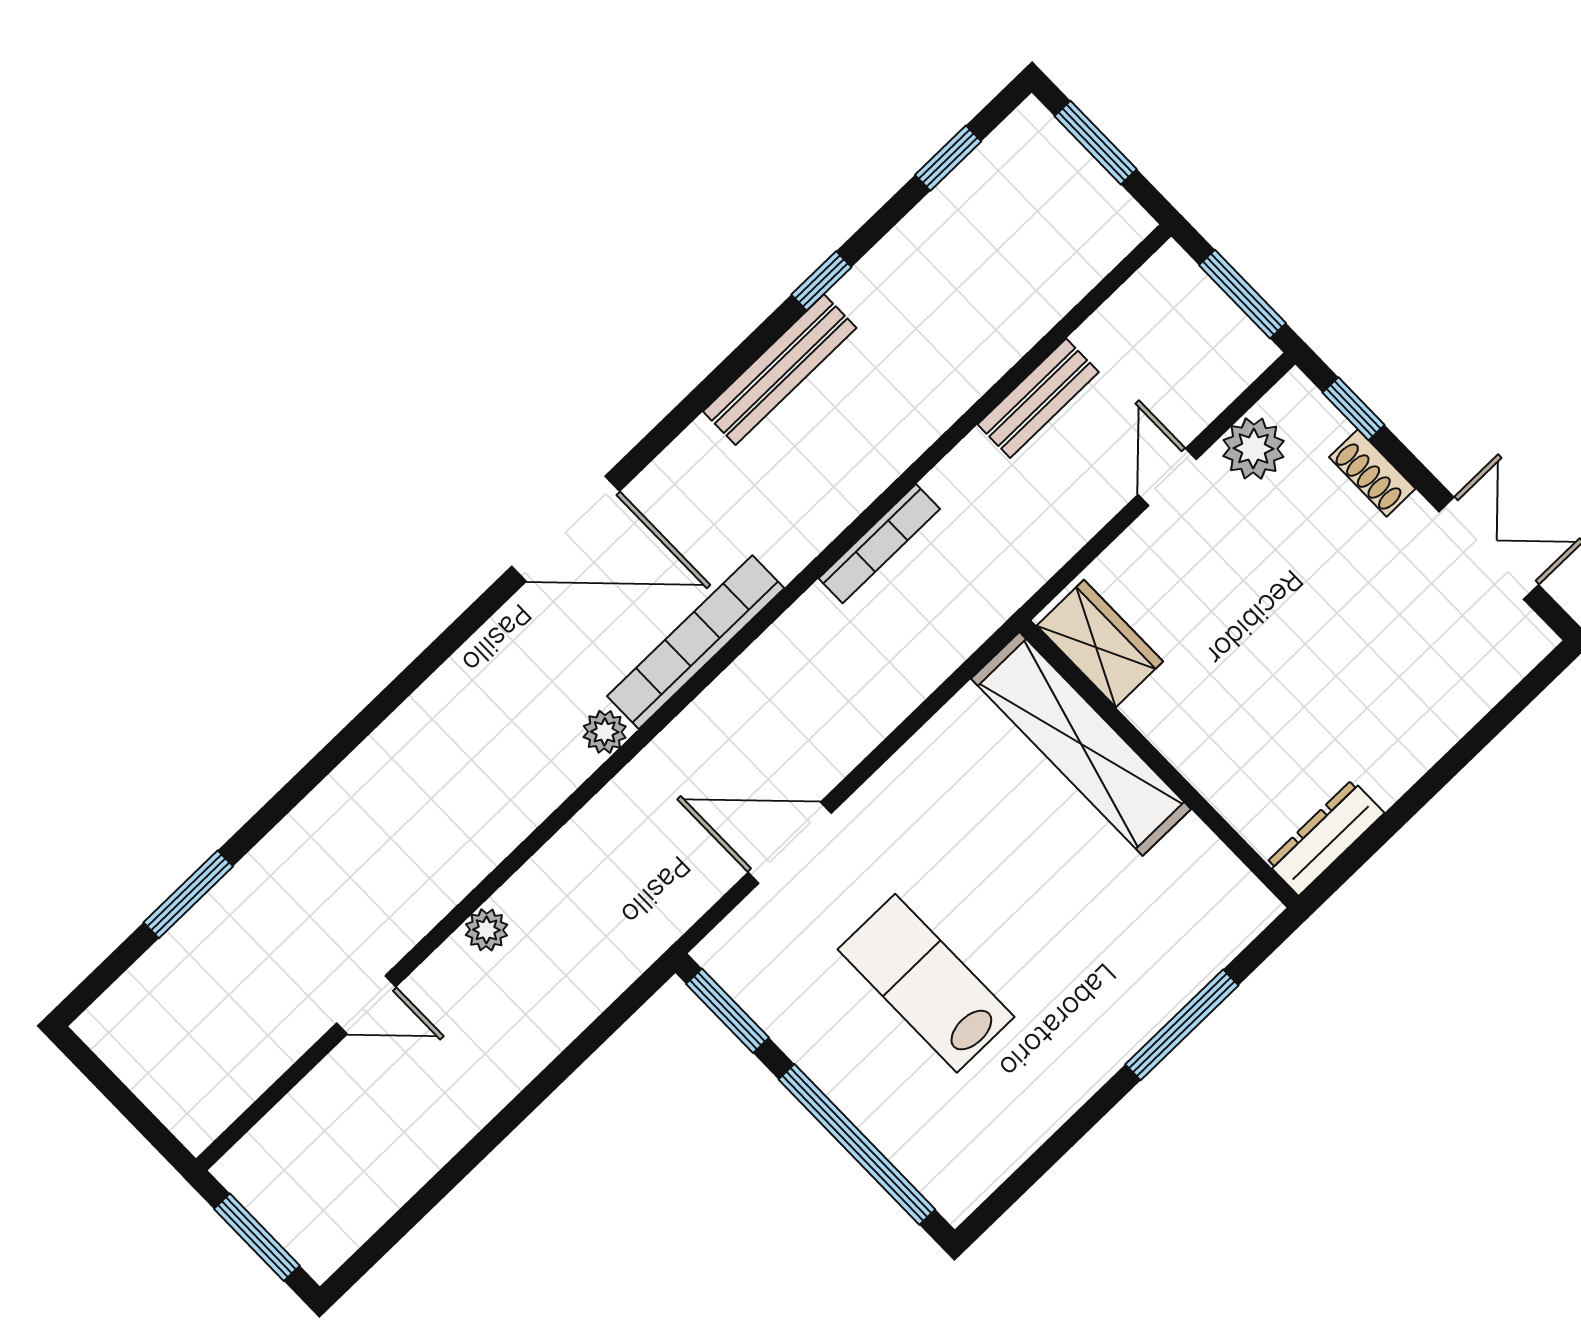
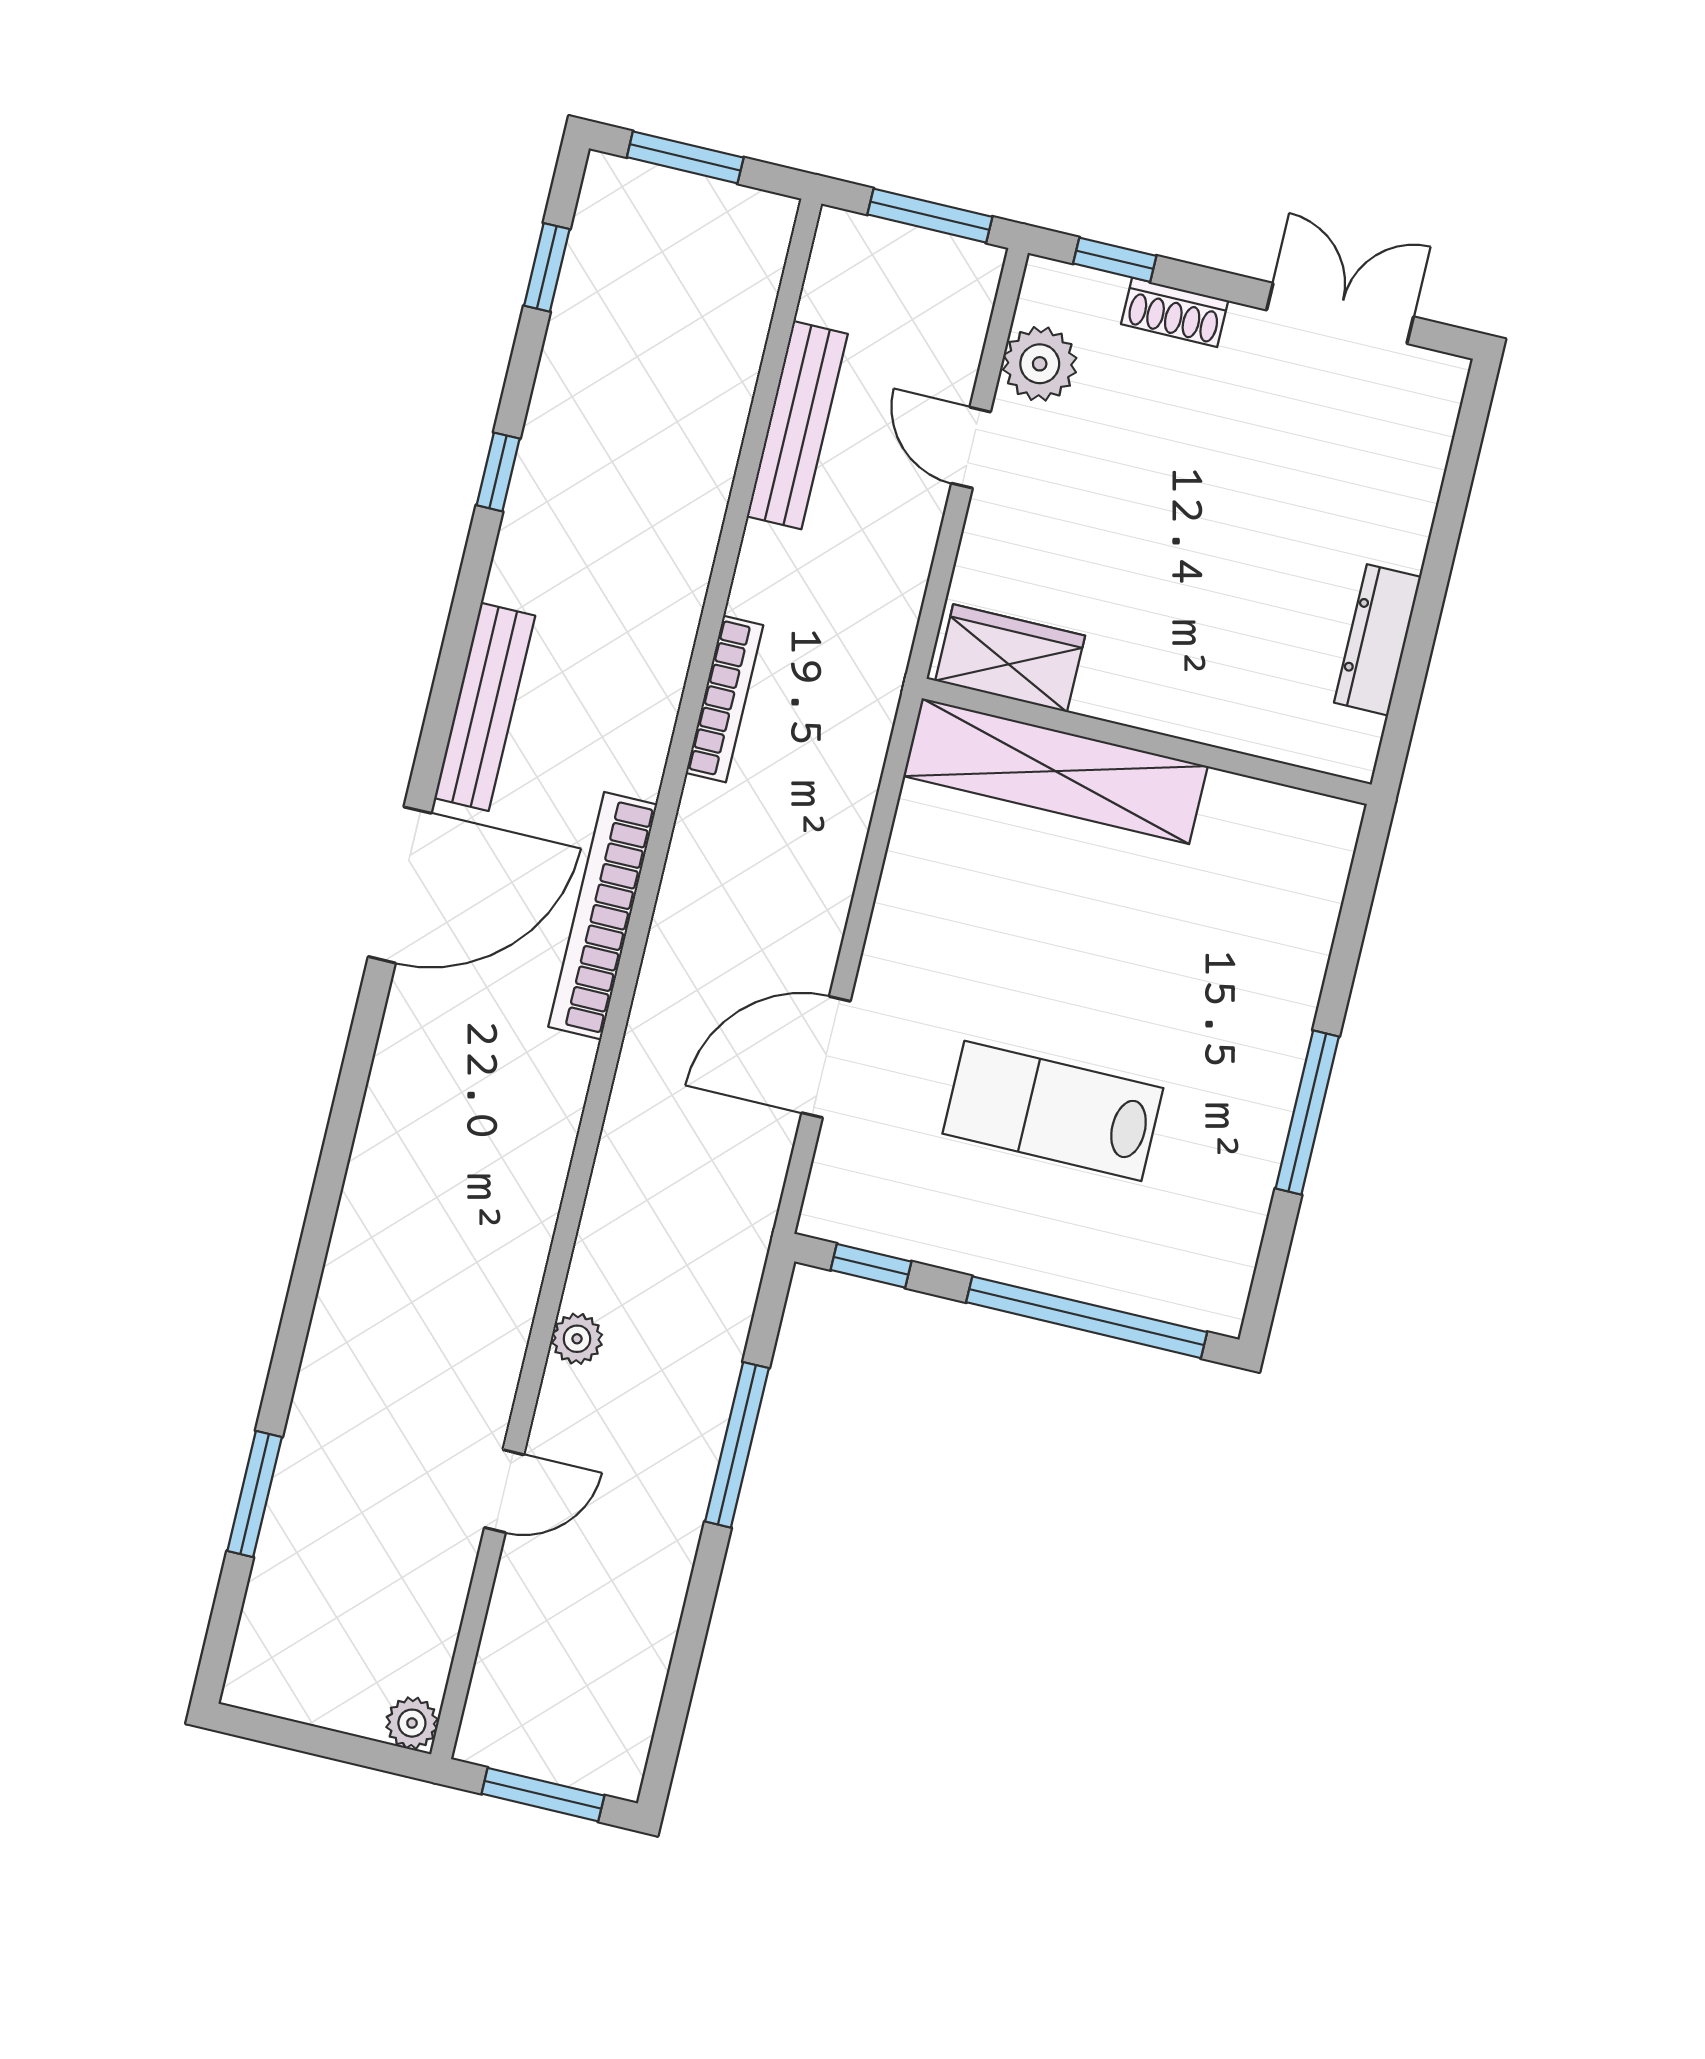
bench: (780, 370) -> (485, 707), moved
bench: (1038, 398) -> (797, 425), width x1.36
plant: (605, 732) -> (412, 1723), moved
dresser: (1325, 838) -> (1378, 640), moved
window: (727, 1011) -> (871, 1266), width x0.67
window: (1182, 1025) -> (1307, 1113), moved
window: (552, 1077) -> (737, 1445), added

